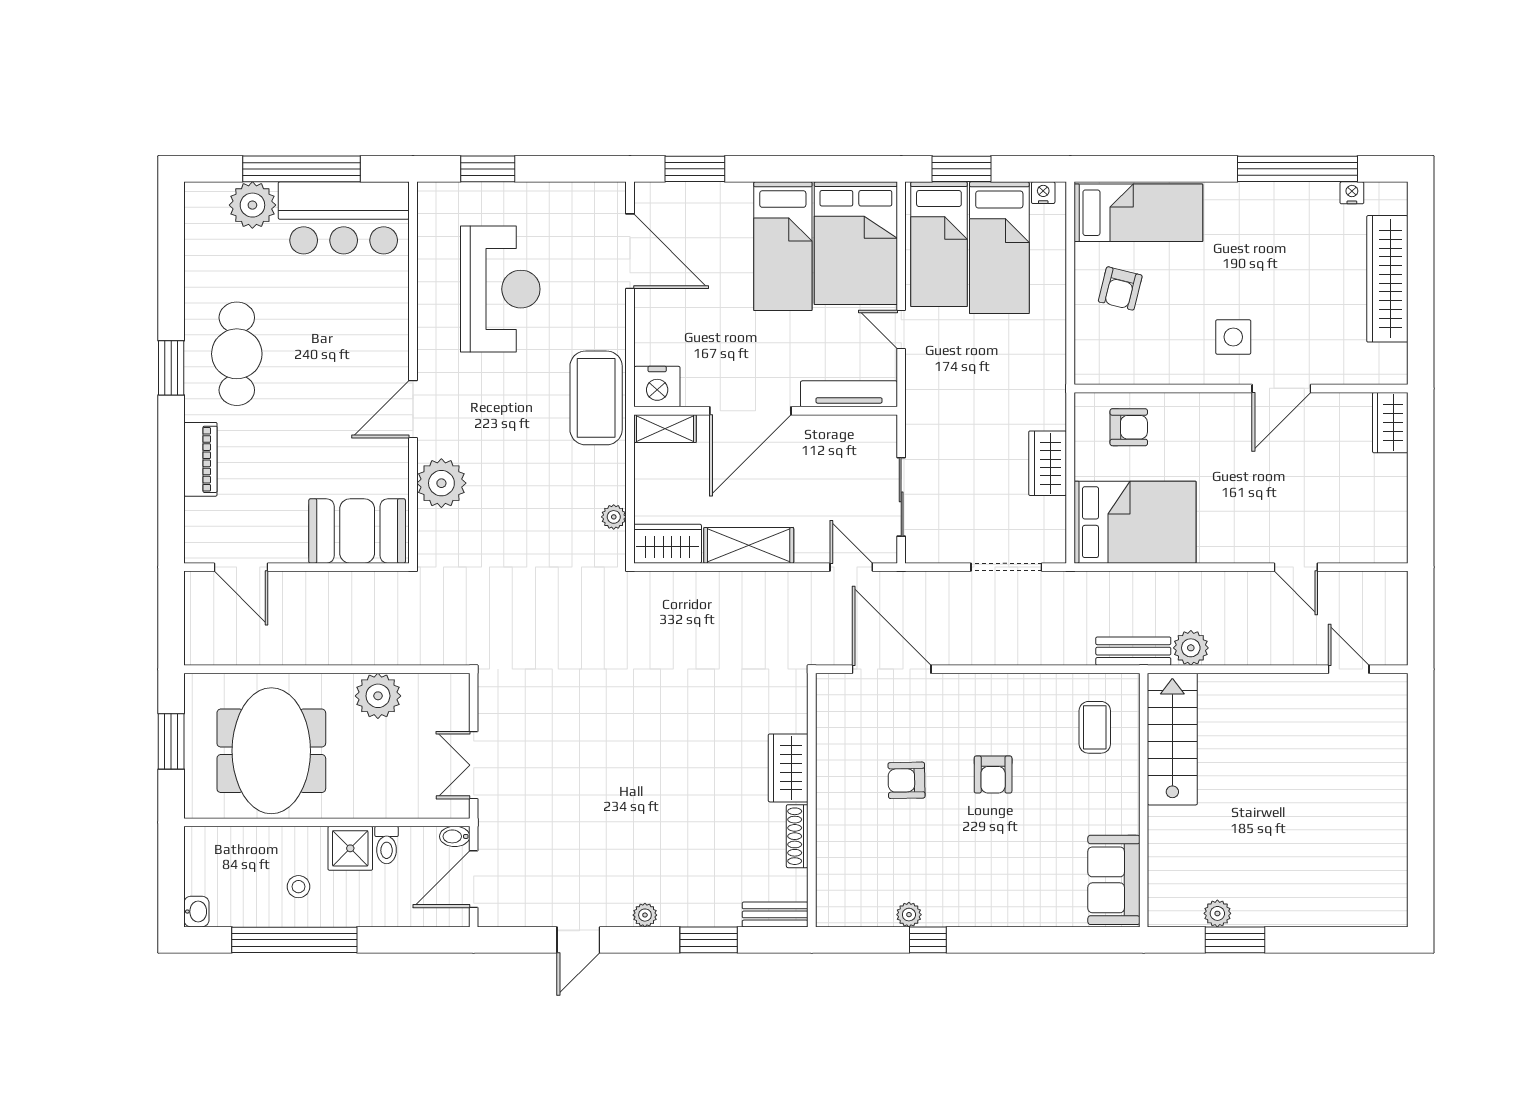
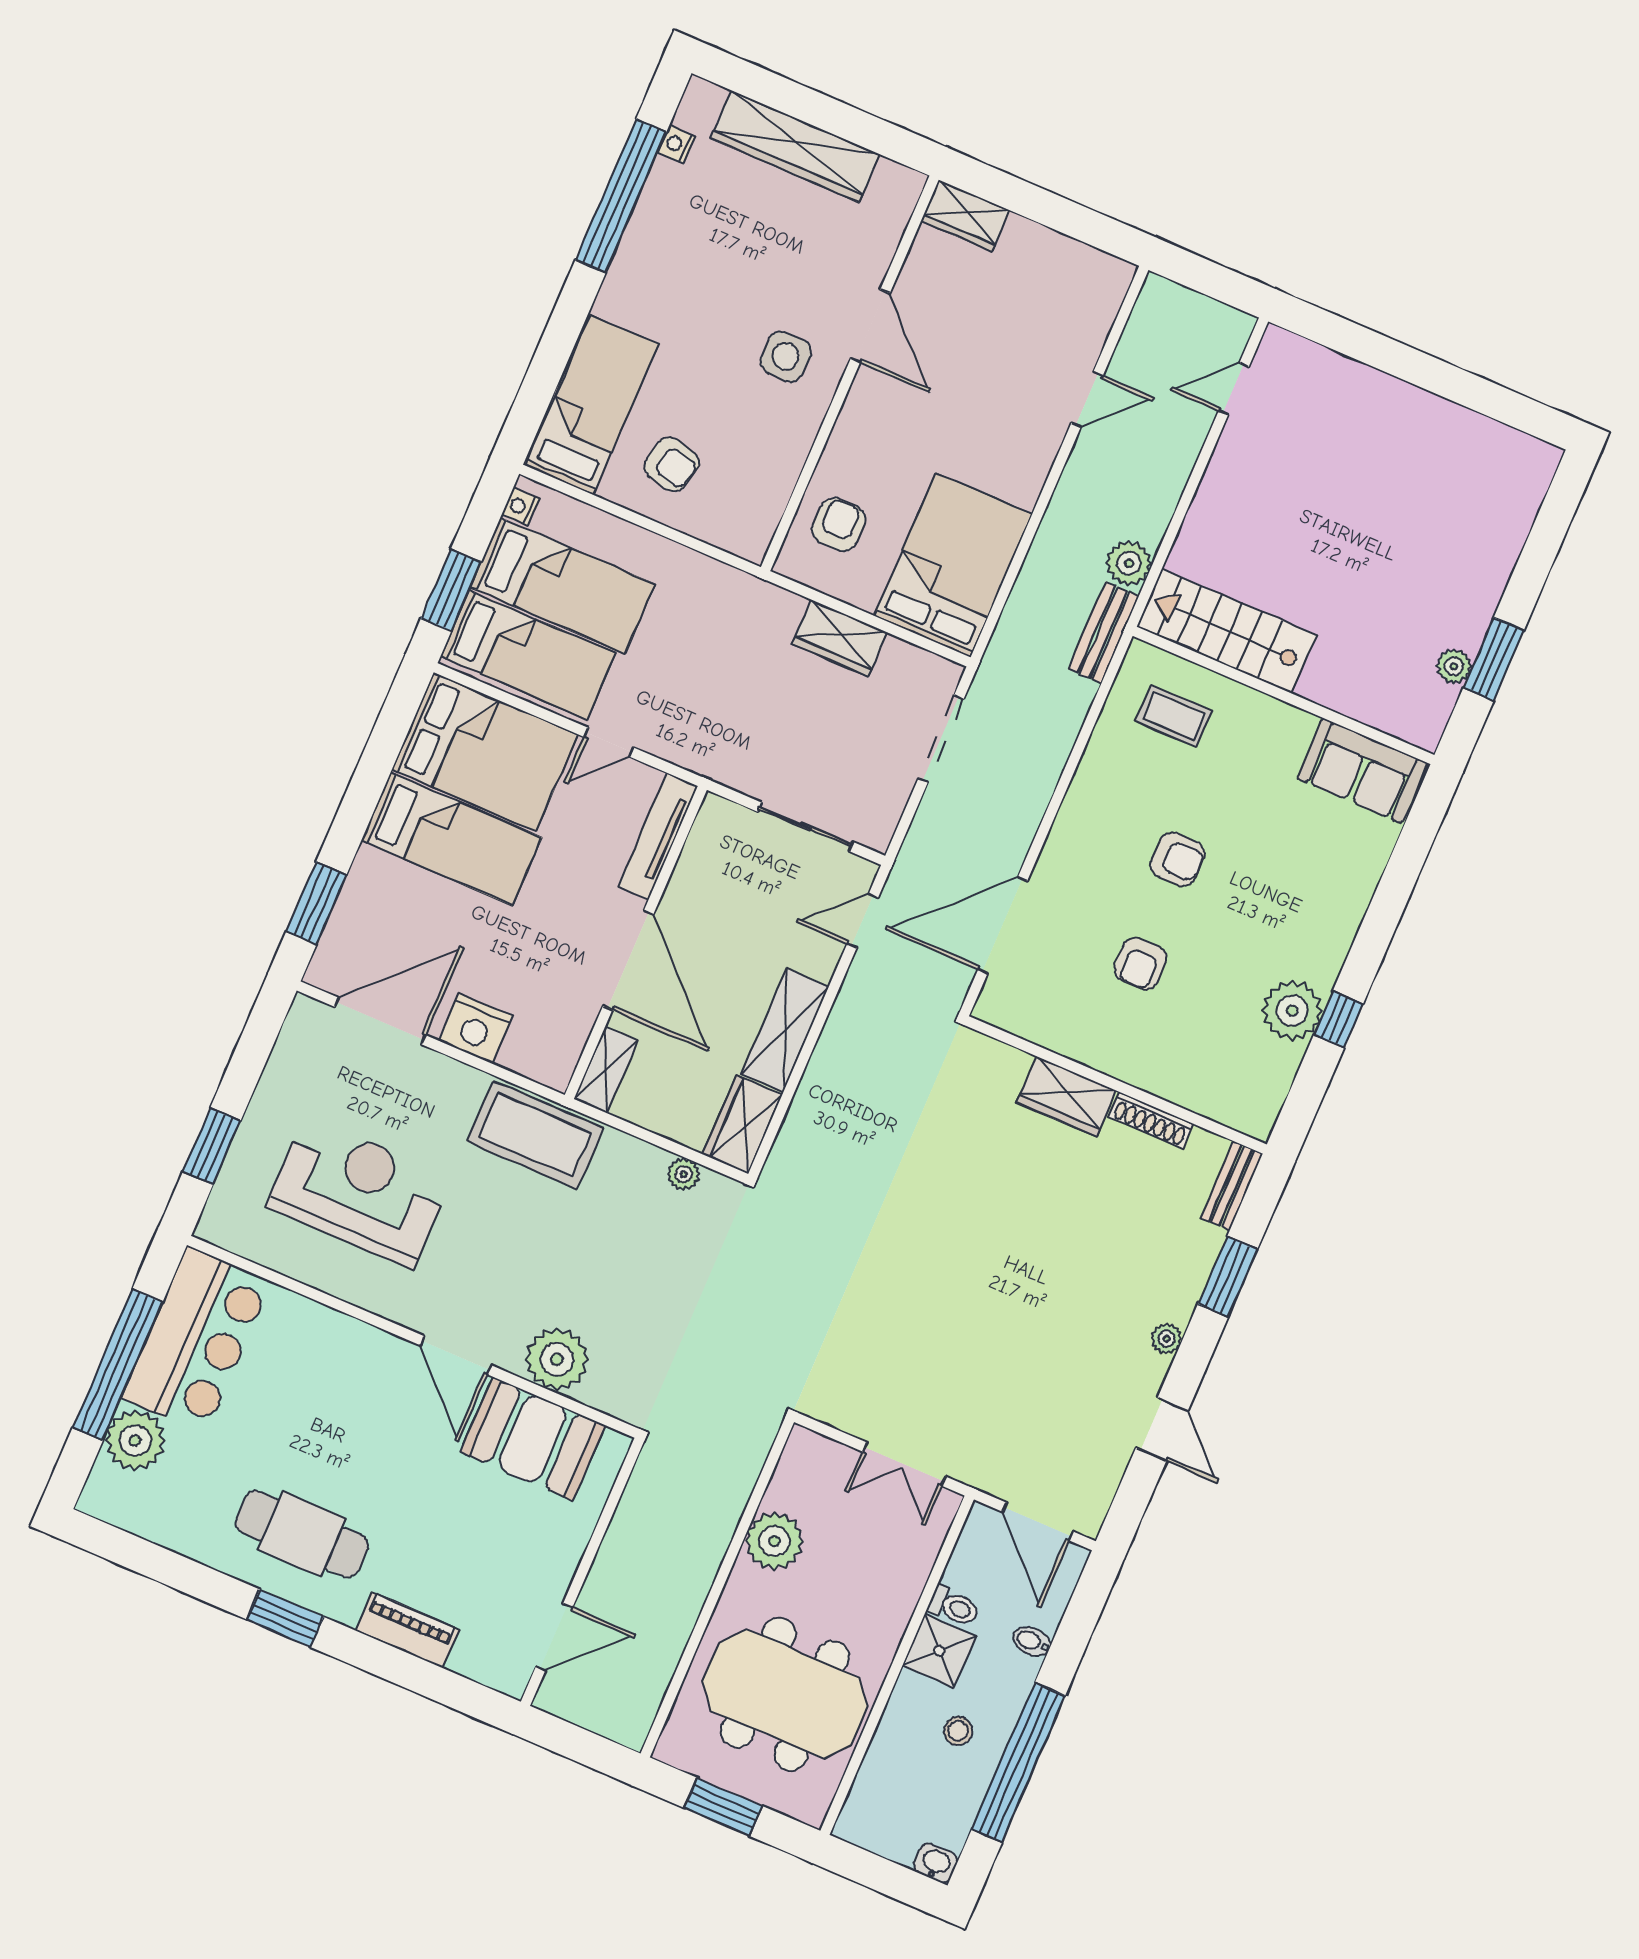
nightstand: (657, 387) -> (476, 1028), moved, turned 90
booth: (357, 531) -> (533, 1439), moved, turned 90
bidet: (455, 836) -> (1032, 1641), moved, turned 90
plant: (909, 915) -> (1292, 1011), width x1.88, depth x1.88

